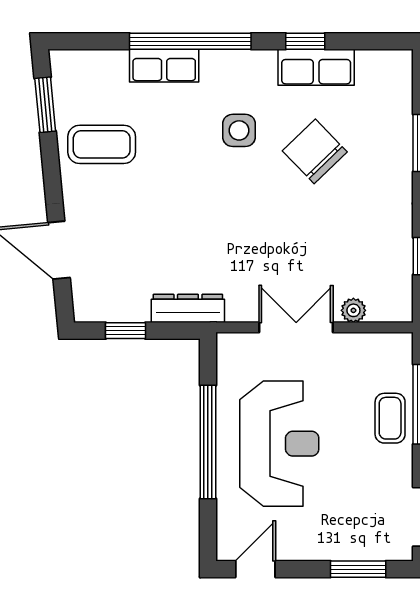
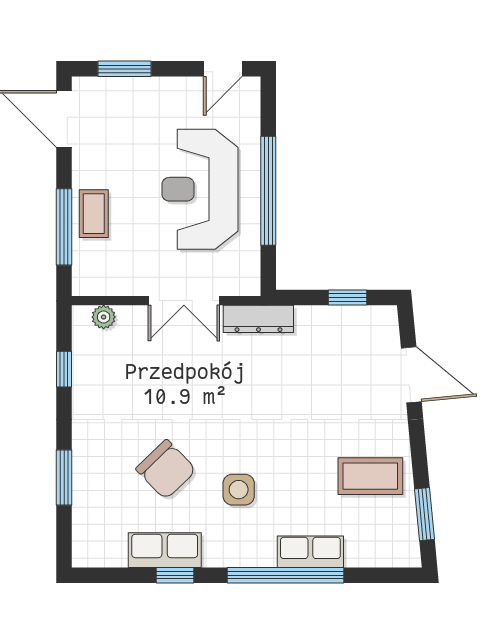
dresser: (188, 308) -> (258, 319), moved
plant: (353, 310) -> (104, 317), moved

